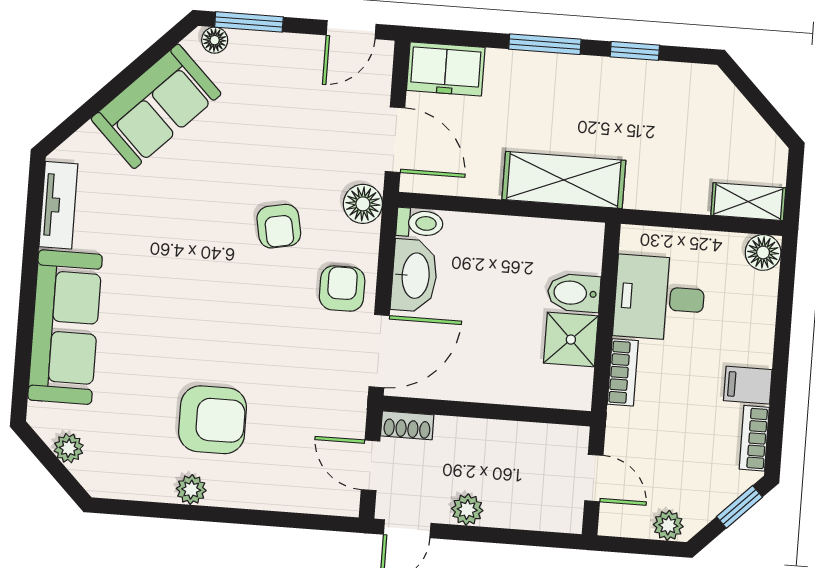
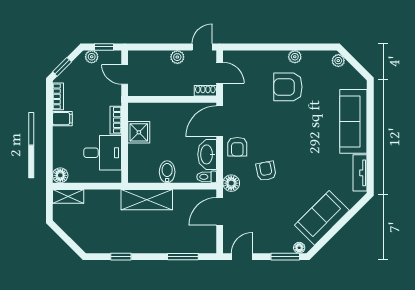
window: (545, 44) -> (183, 257), moved
freezer: (446, 69) -> (200, 243), removed
door: (395, 140) -> (220, 211), hinge flipped
bidet: (574, 293) -> (167, 172), moved, turned -90
plant: (69, 448) -> (338, 61), moved
window: (638, 546) -> (104, 47), added

